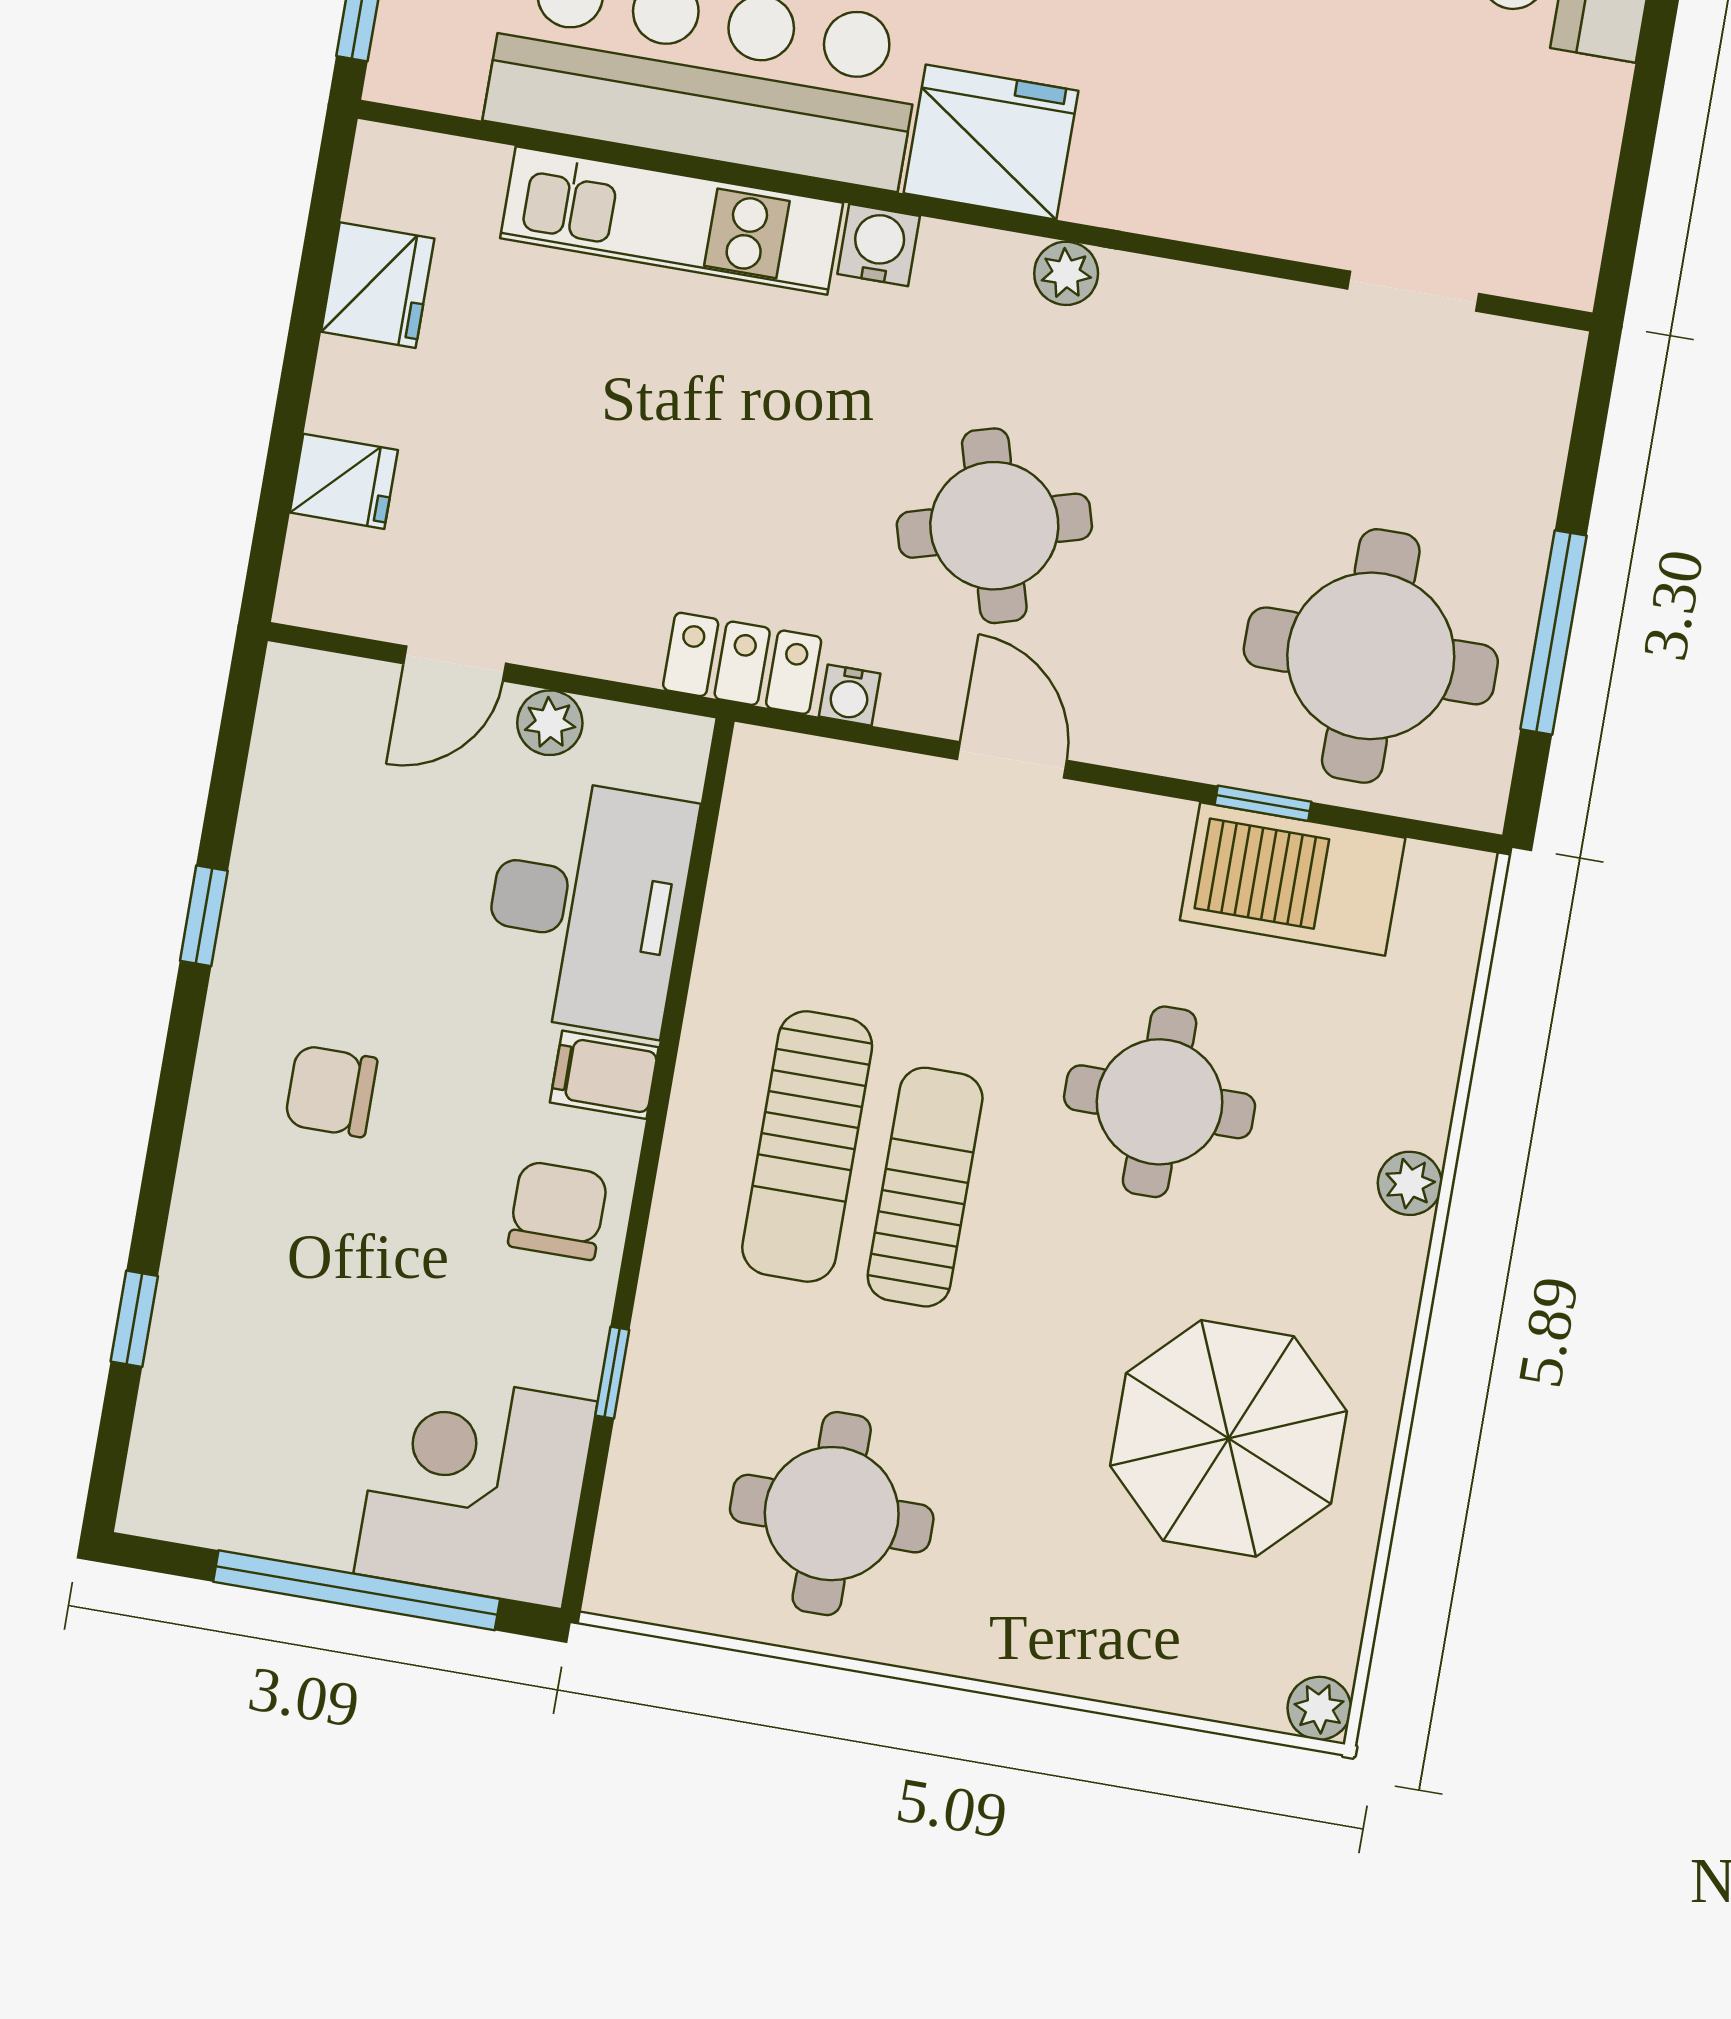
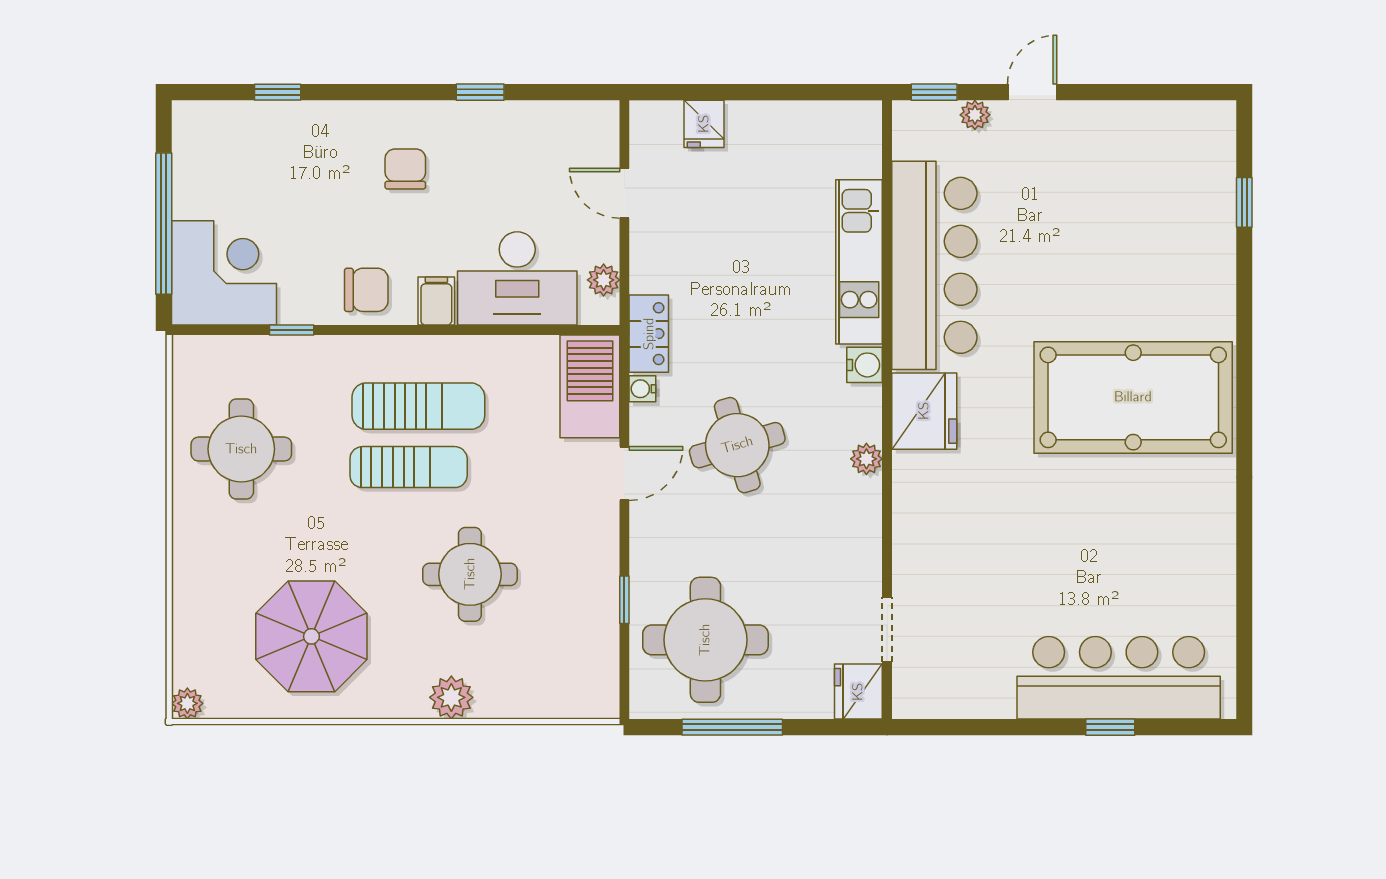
fridge: (378, 285) -> (858, 692), moved, turned 90
plant: (550, 723) -> (604, 280), moved
barbecue: (1293, 879) -> (590, 386), moved
sun lounger: (807, 1146) -> (418, 406), turned 180
plant: (1410, 1183) -> (451, 697), width x1.38, depth x1.38

